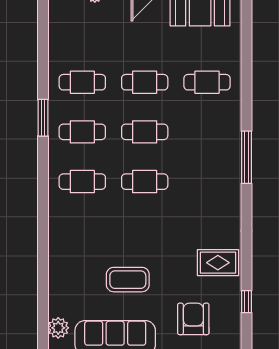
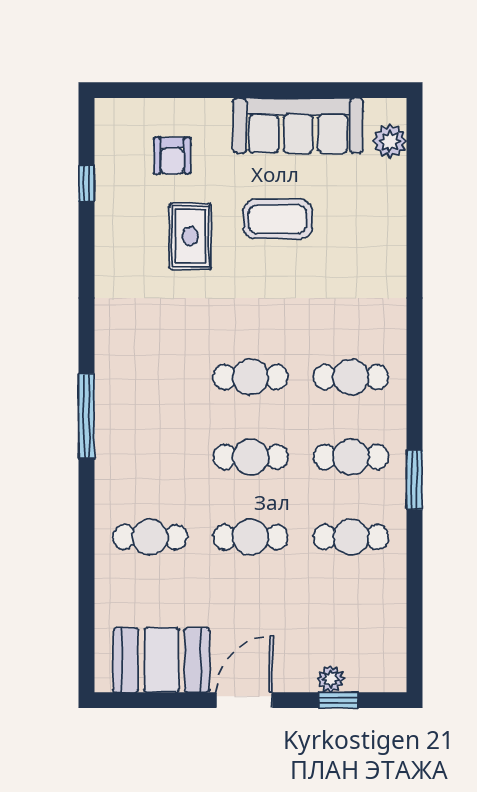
rug: (218, 263) -> (190, 236), moved, turned 90
armchair: (193, 319) -> (172, 156), width x0.72, depth x0.72

